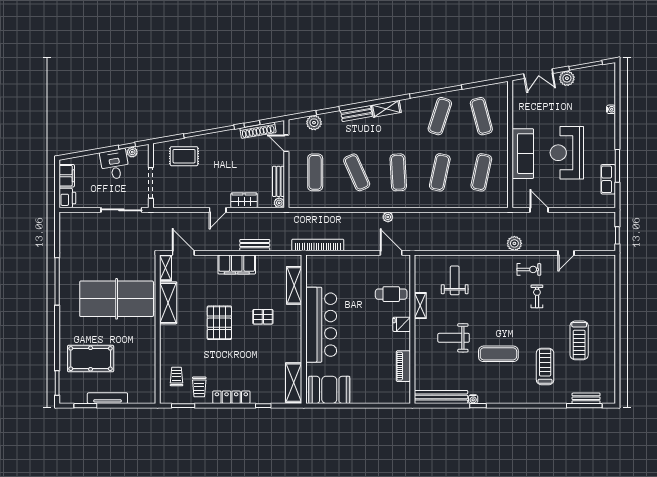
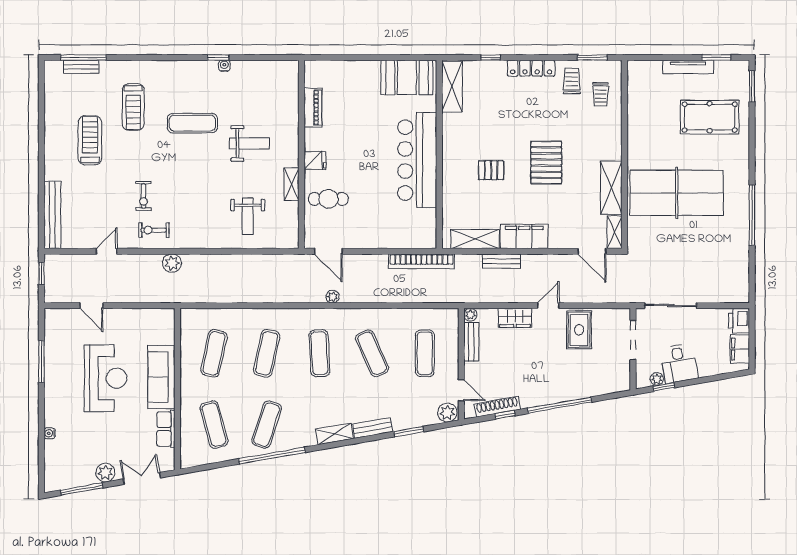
plant: (314, 123) -> (447, 413), moved
rug: (184, 156) -> (579, 330), moved, turned 90
row of seats: (608, 179) -> (166, 429), moved, turned 180
door: (539, 210) -> (91, 306), moved
shelving: (294, 285) -> (475, 239), moved, turned 90
bench: (441, 397) -> (52, 215), moved, turned 90

